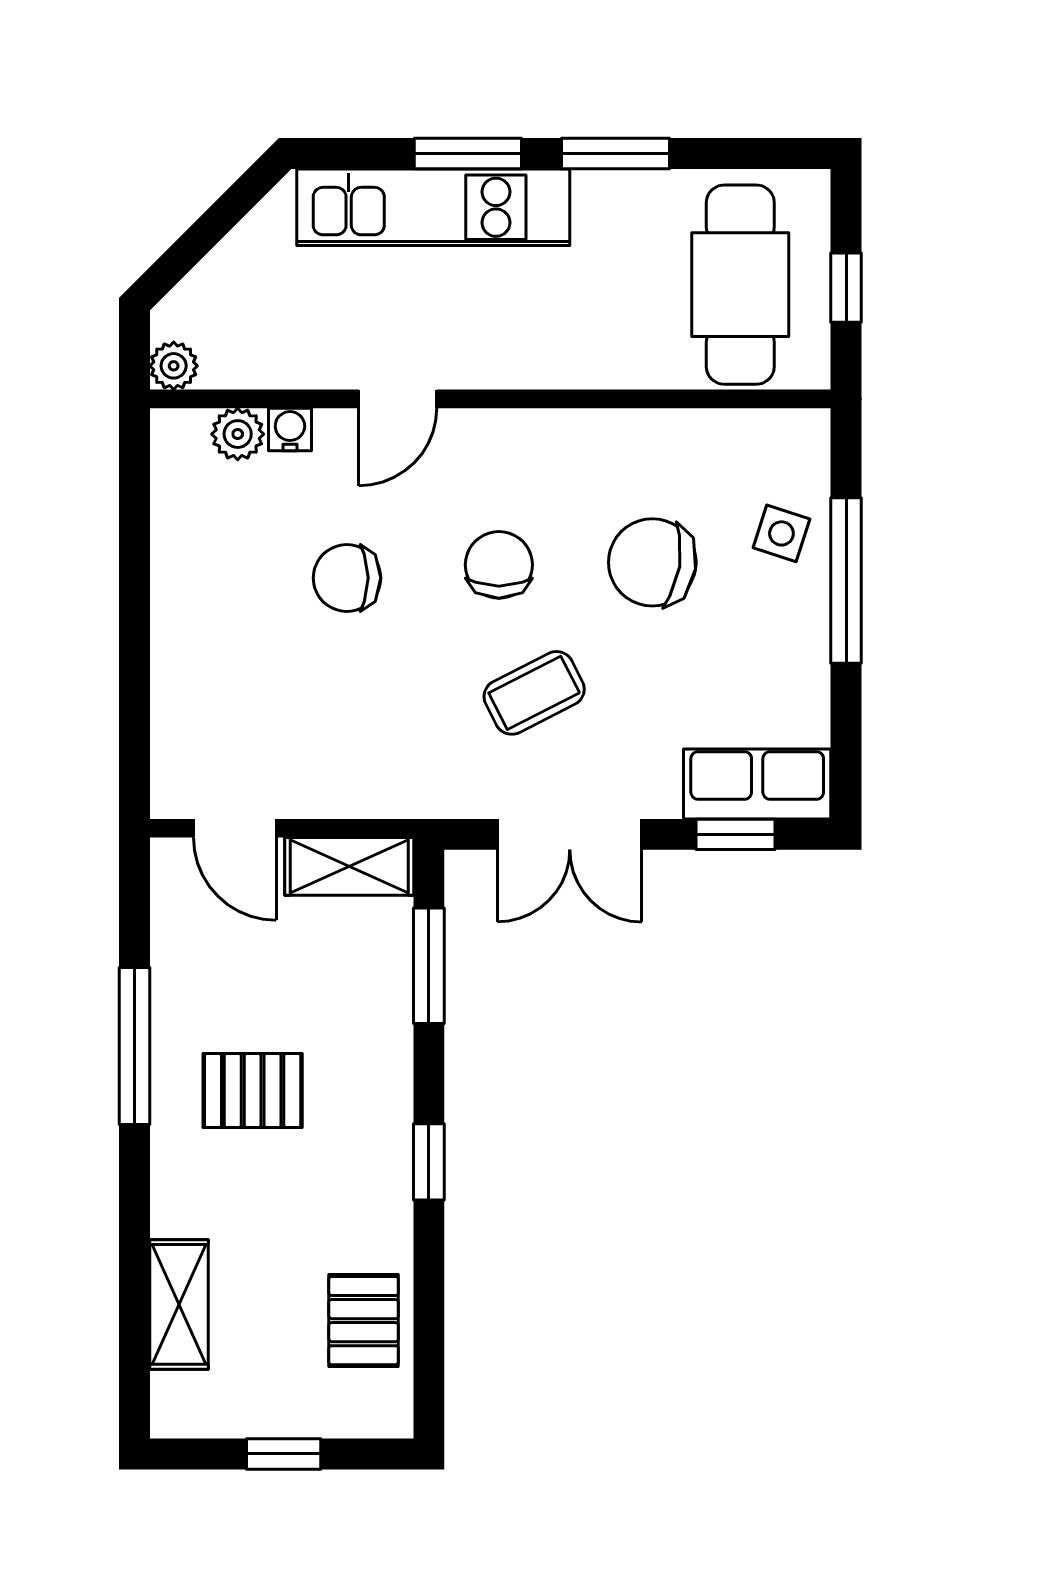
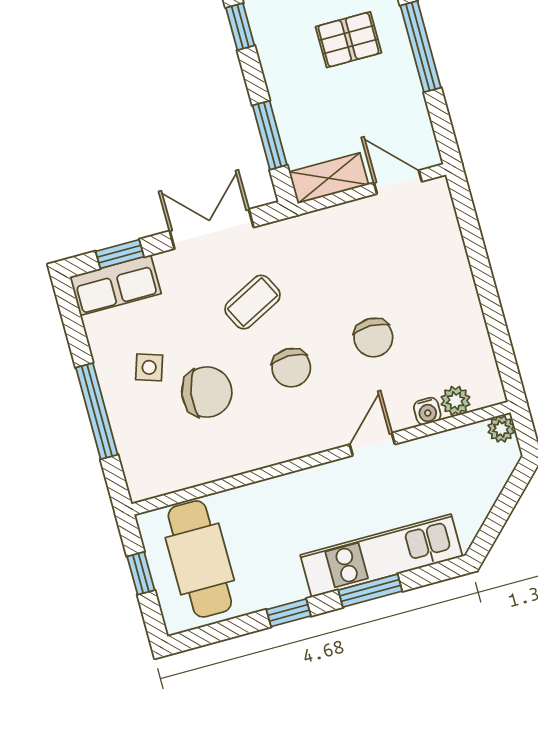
window: (615, 153) -> (289, 613), width x0.67
side table: (781, 533) -> (149, 367), moved
chair: (347, 578) -> (373, 337), turned 90

